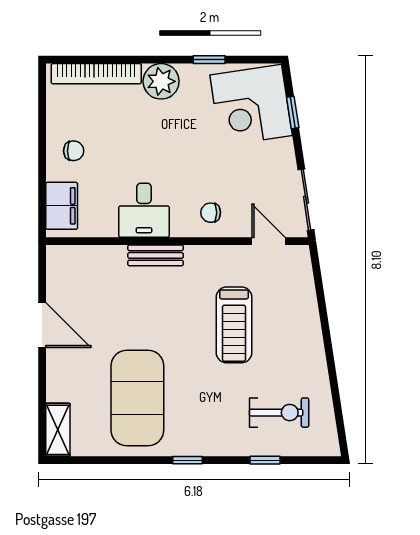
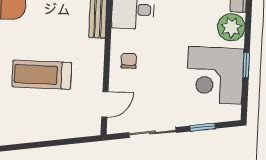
corner desk: (251, 105) -> (215, 75), moved, turned -81
sliding door: (306, 200) -> (153, 132), moved

